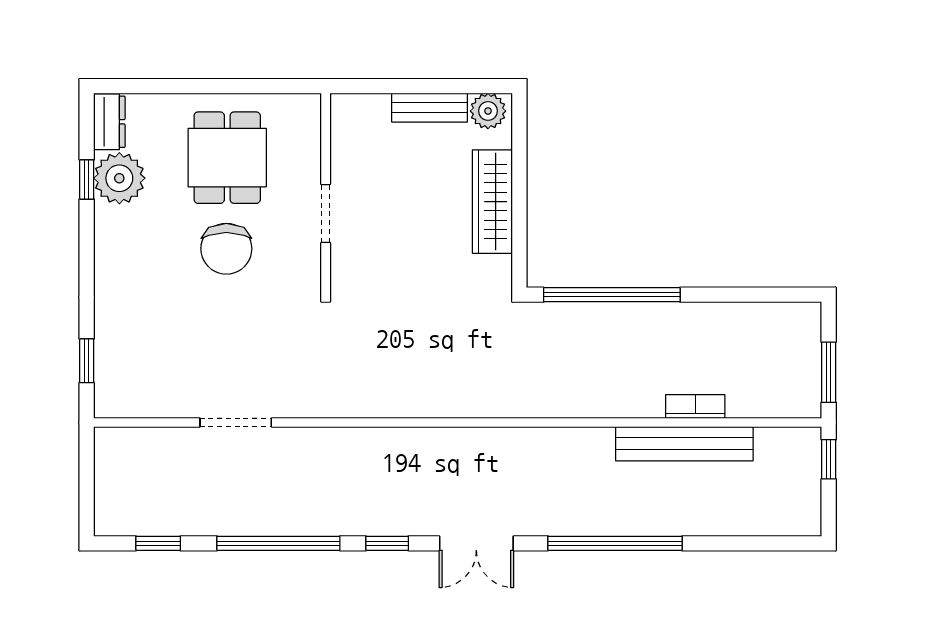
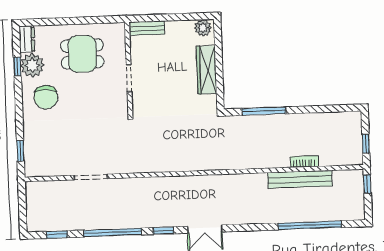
bench: (430, 108) -> (147, 28), moved
dining table: (227, 158) -> (82, 54), turned 90
chair: (226, 249) -> (46, 97), moved
window: (612, 295) -> (264, 111), width x0.68
window: (829, 372) -> (366, 144), width x0.67
window: (615, 543) -> (310, 225), moved

